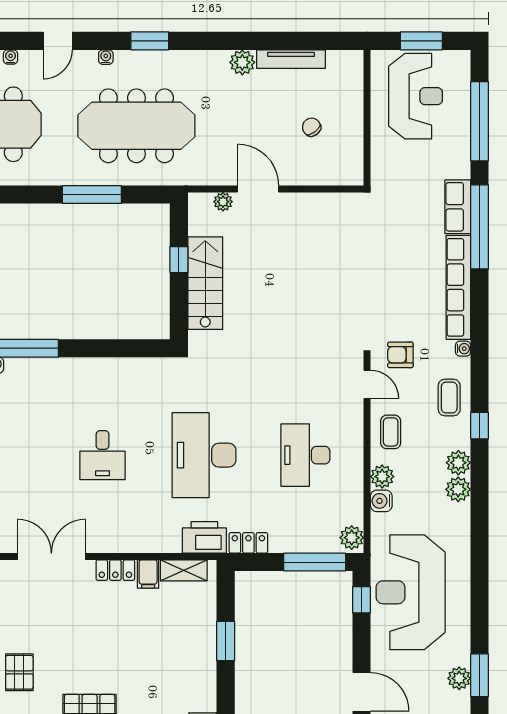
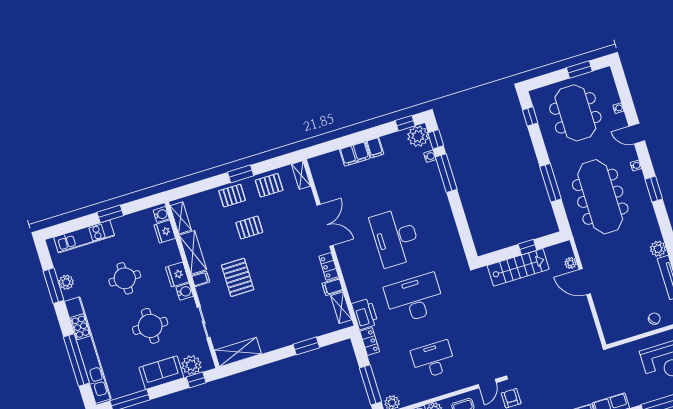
chair: (312, 127) -> (654, 319), moved
door: (258, 189) -> (585, 282), swing flipped
desk: (103, 455) -> (396, 237), width x1.87, depth x1.30

